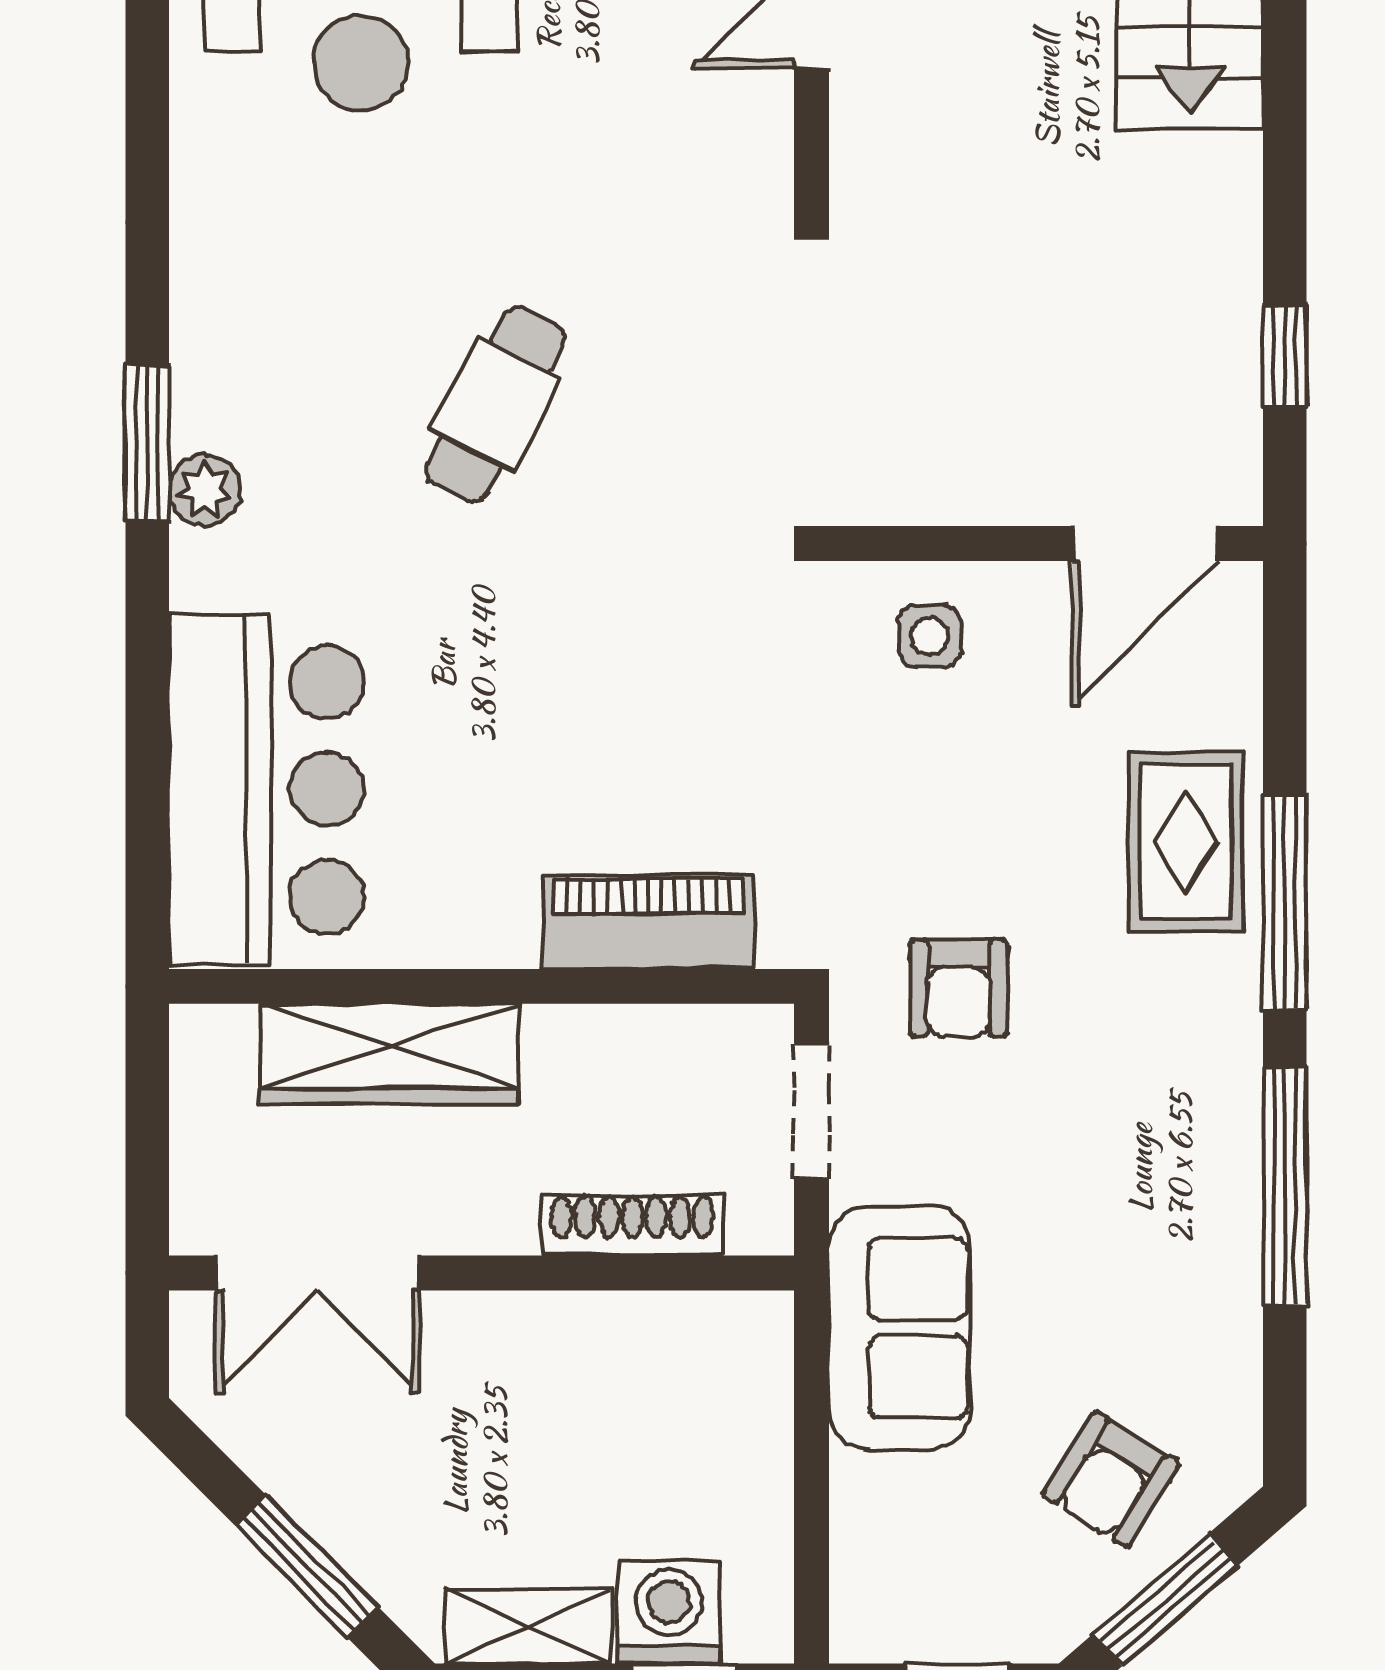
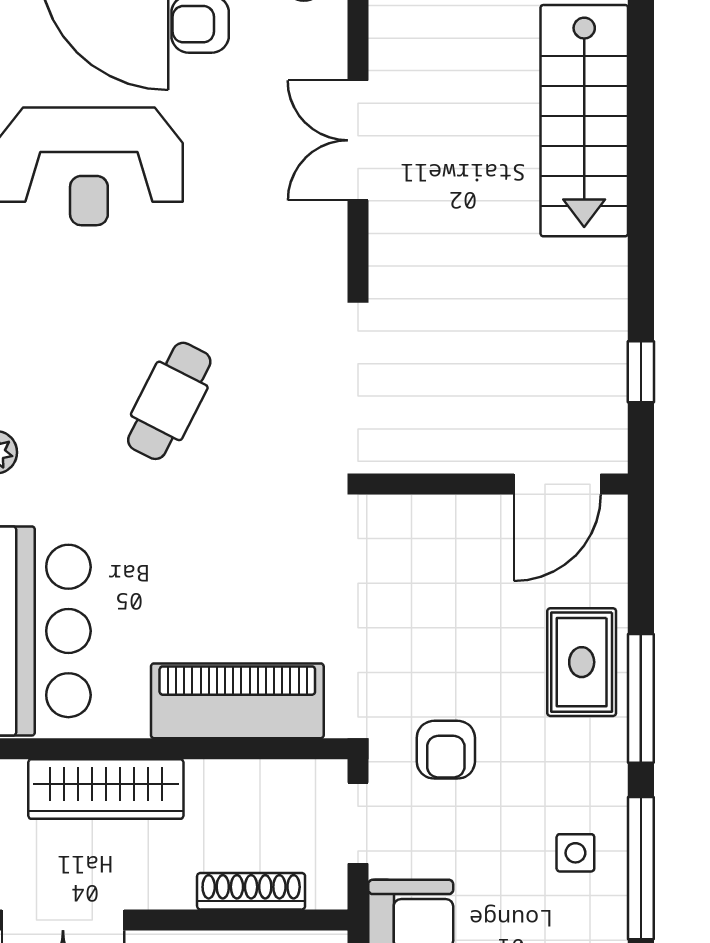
side table: (930, 636) -> (575, 853), moved
piano: (648, 922) -> (237, 701), width x1.37, depth x1.33

